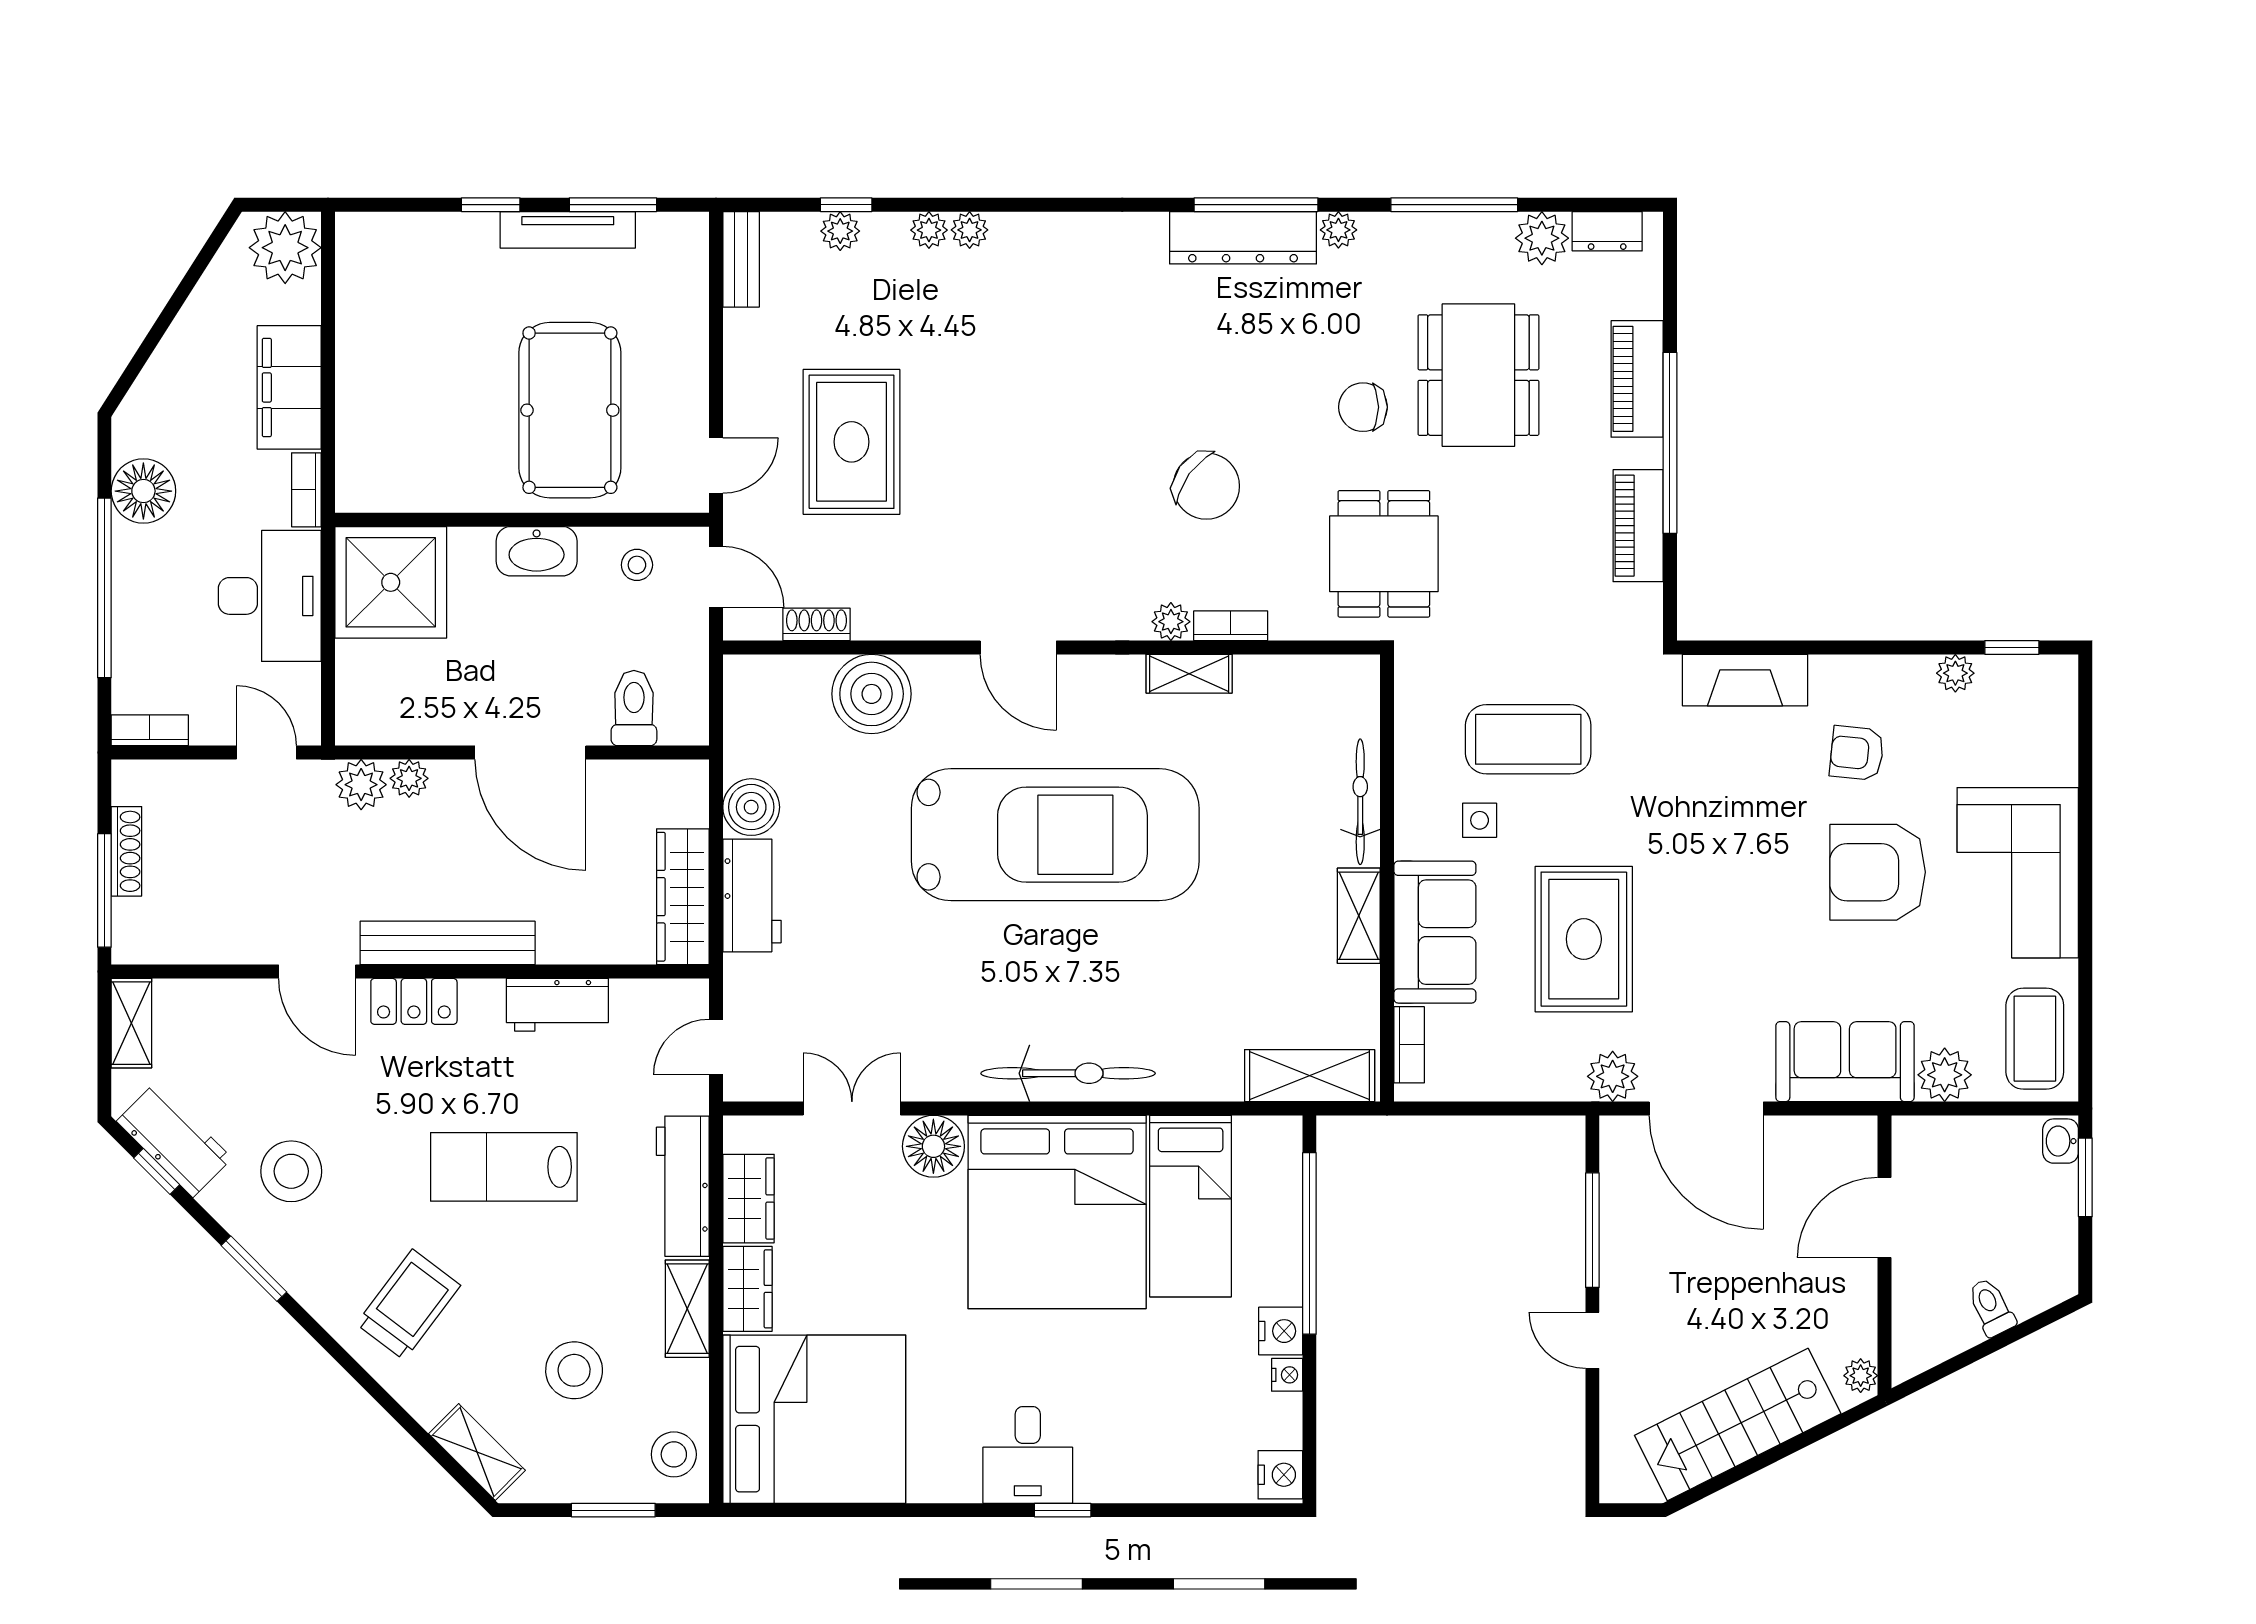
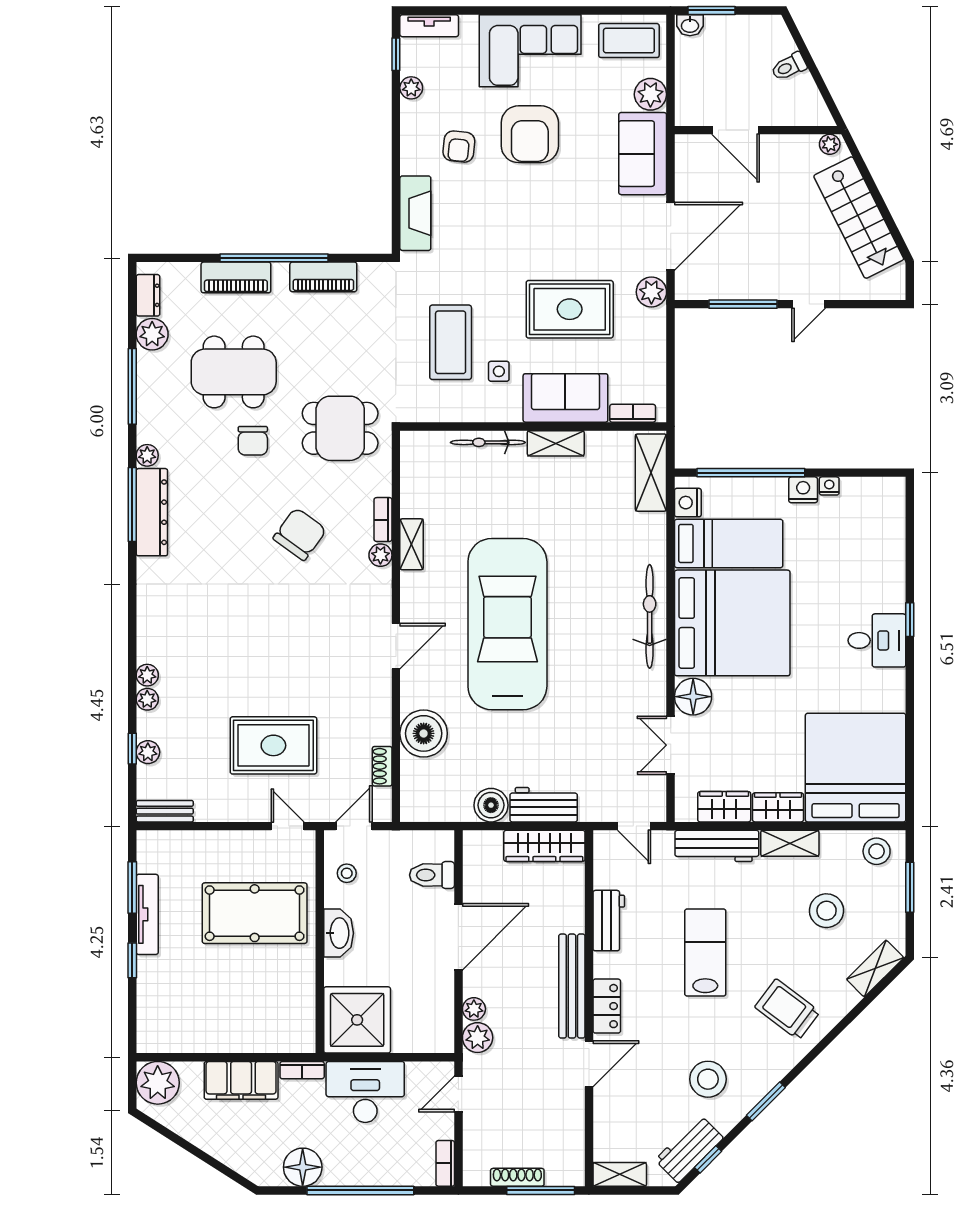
tv unit: (2060, 703) -> (429, 26), added
lab bench: (504, 1167) -> (705, 952), turned 180
nightstand: (1280, 1475) -> (688, 503), moved, turned -90

